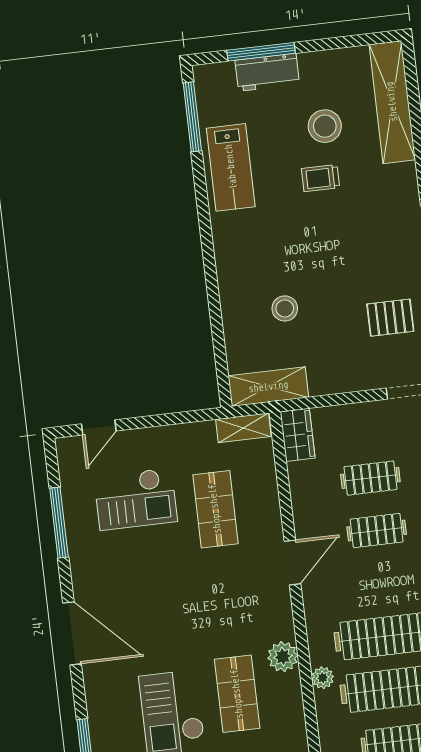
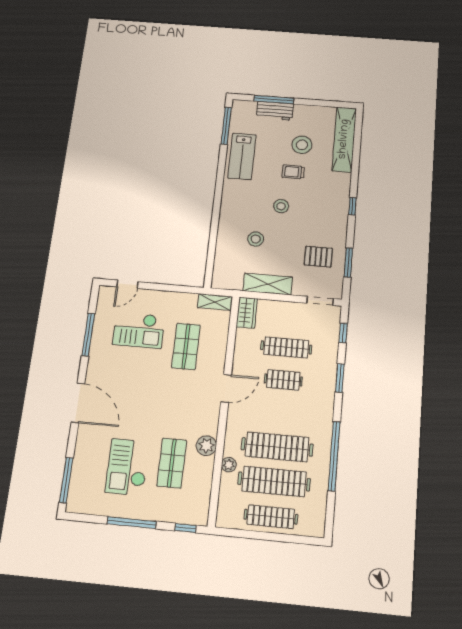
stool: (313, 243) -> (281, 206), added
shelving: (268, 387) -> (268, 284), moved
clothes rail: (370, 478) -> (286, 347), width x1.36

